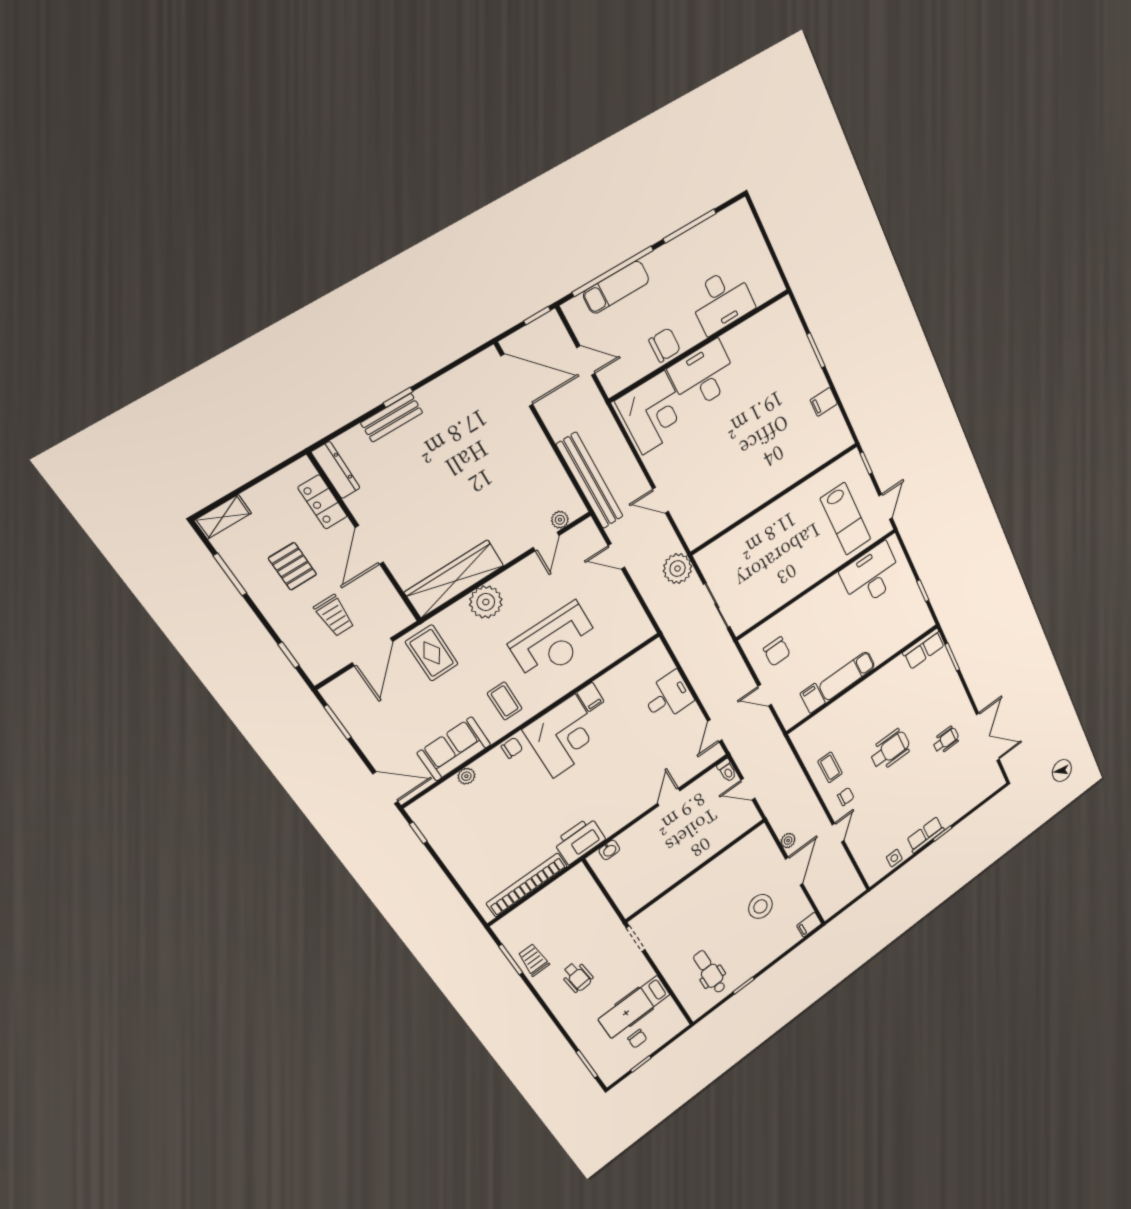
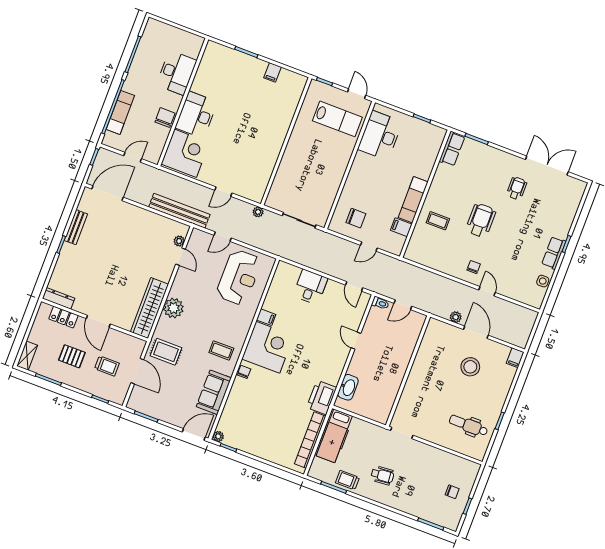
bench: (392, 418) -> (76, 227), moved
plant: (678, 569) -> (258, 212), width x0.53, depth x0.53
reception desk: (554, 642) -> (239, 277), moved
coffee table: (830, 767) -> (438, 221), moved
plant: (466, 776) -> (218, 436), moved
washbasin: (609, 850) -> (348, 387), width x1.91, depth x1.45
hospital bed: (634, 1007) -> (334, 436), moved

